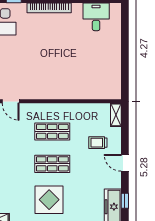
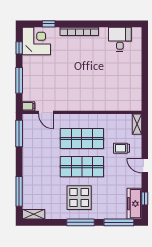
shop shelf: (52, 131) -> (82, 139), width x1.43, depth x1.36
shop shelf: (52, 164) -> (82, 167), width x1.43, depth x1.36

